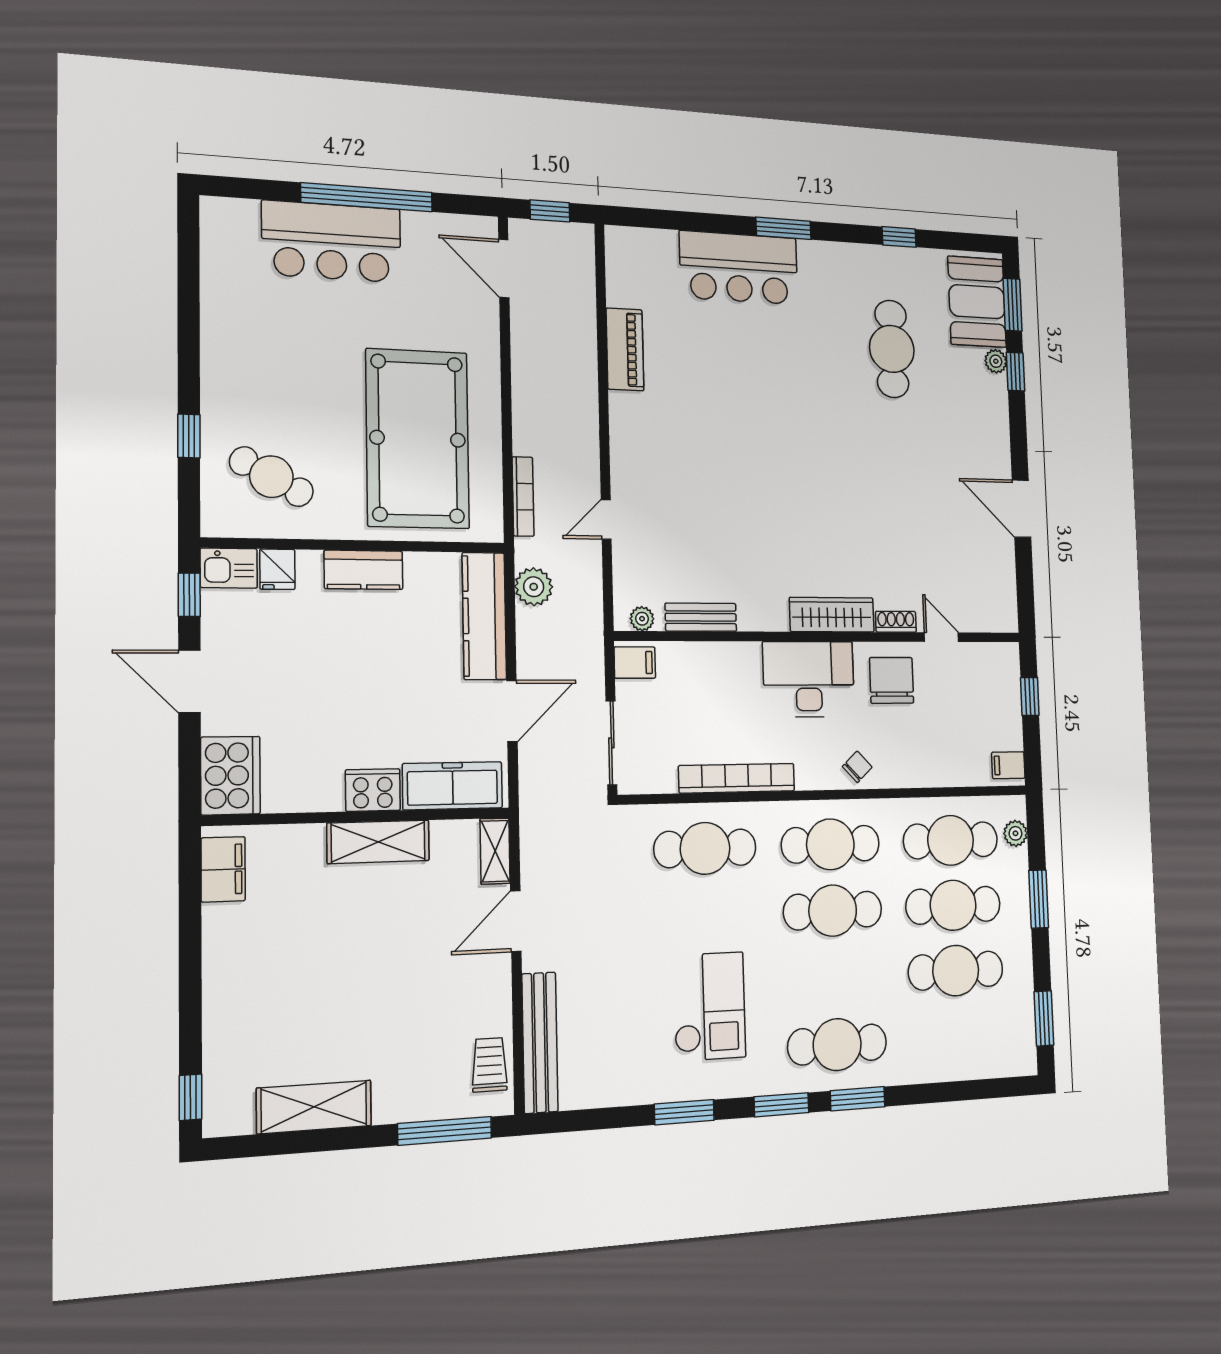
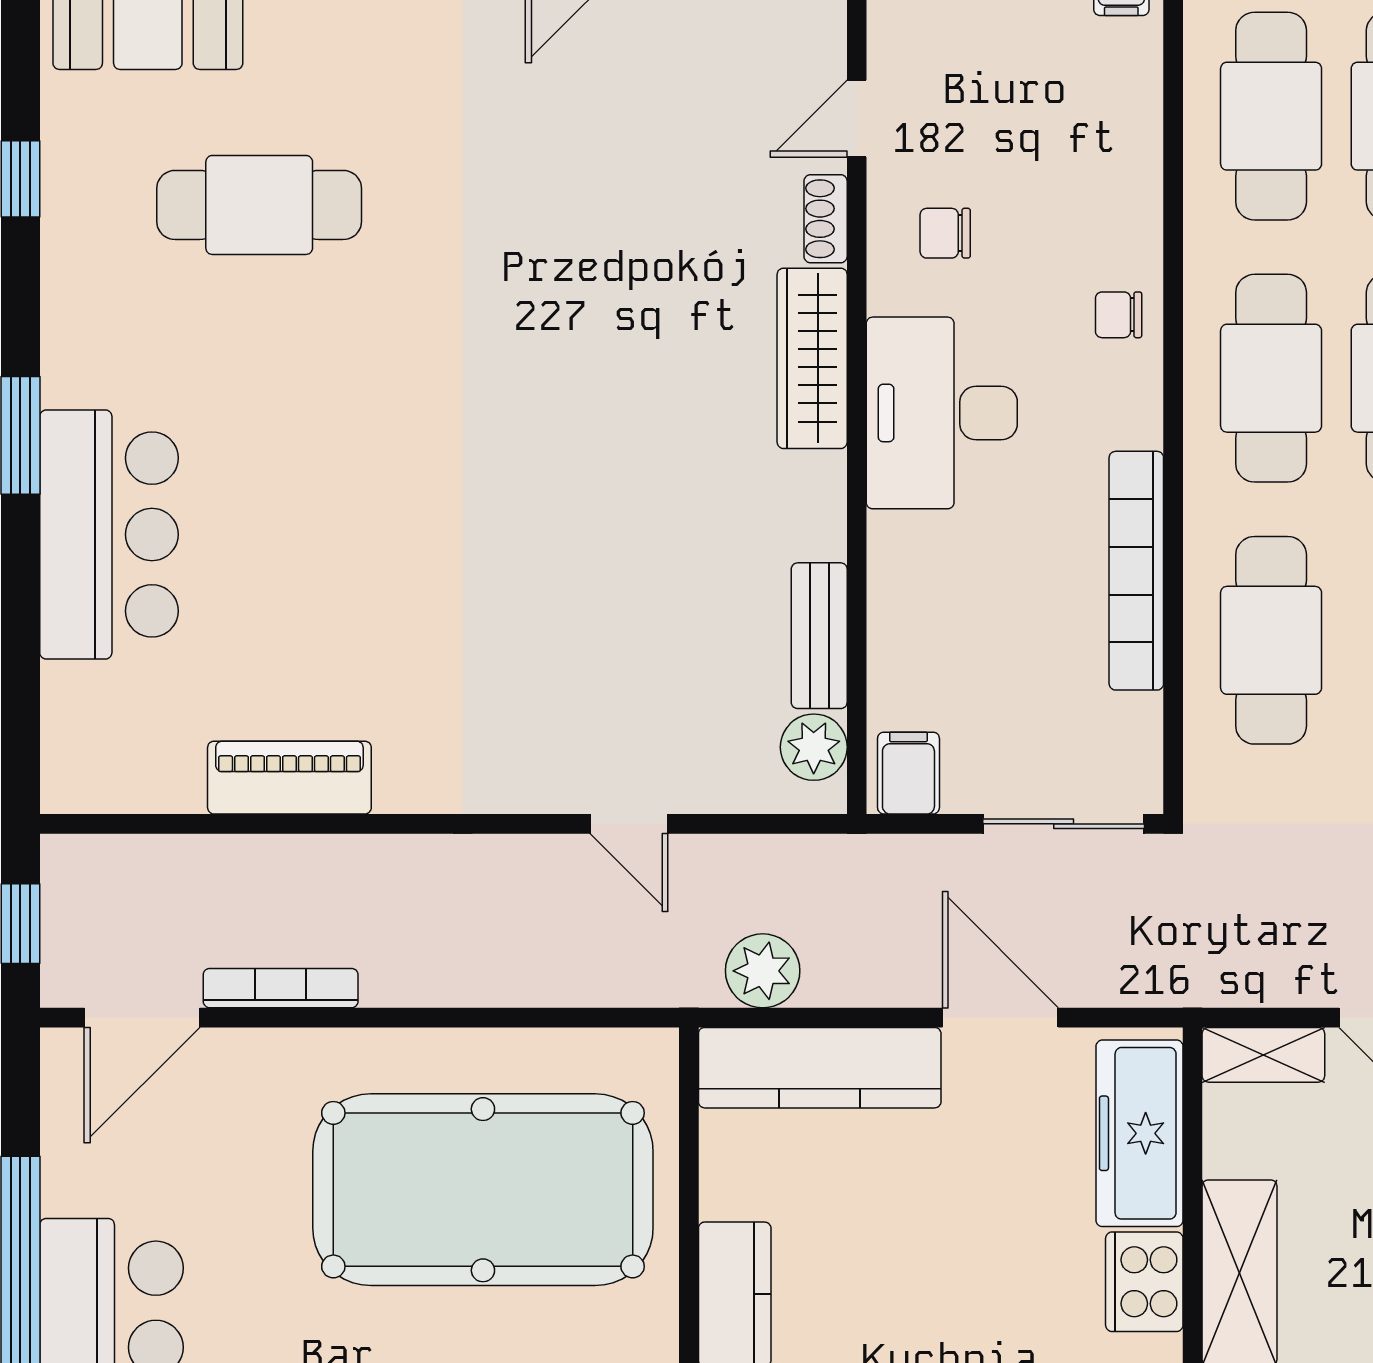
bookcase: (523, 496) -> (281, 988), moved
plant: (642, 619) -> (814, 747), width x1.38, depth x1.38
chair: (892, 680) -> (945, 233), width x0.54, depth x0.54
chair: (857, 767) -> (1119, 315), turned -47

